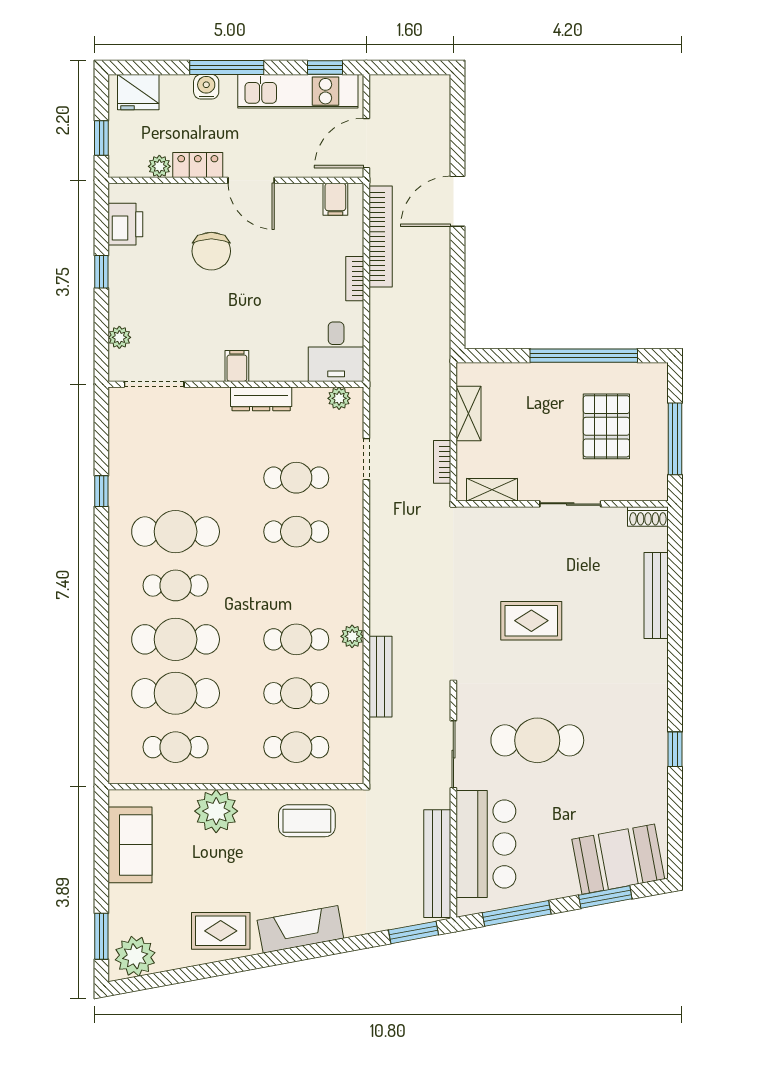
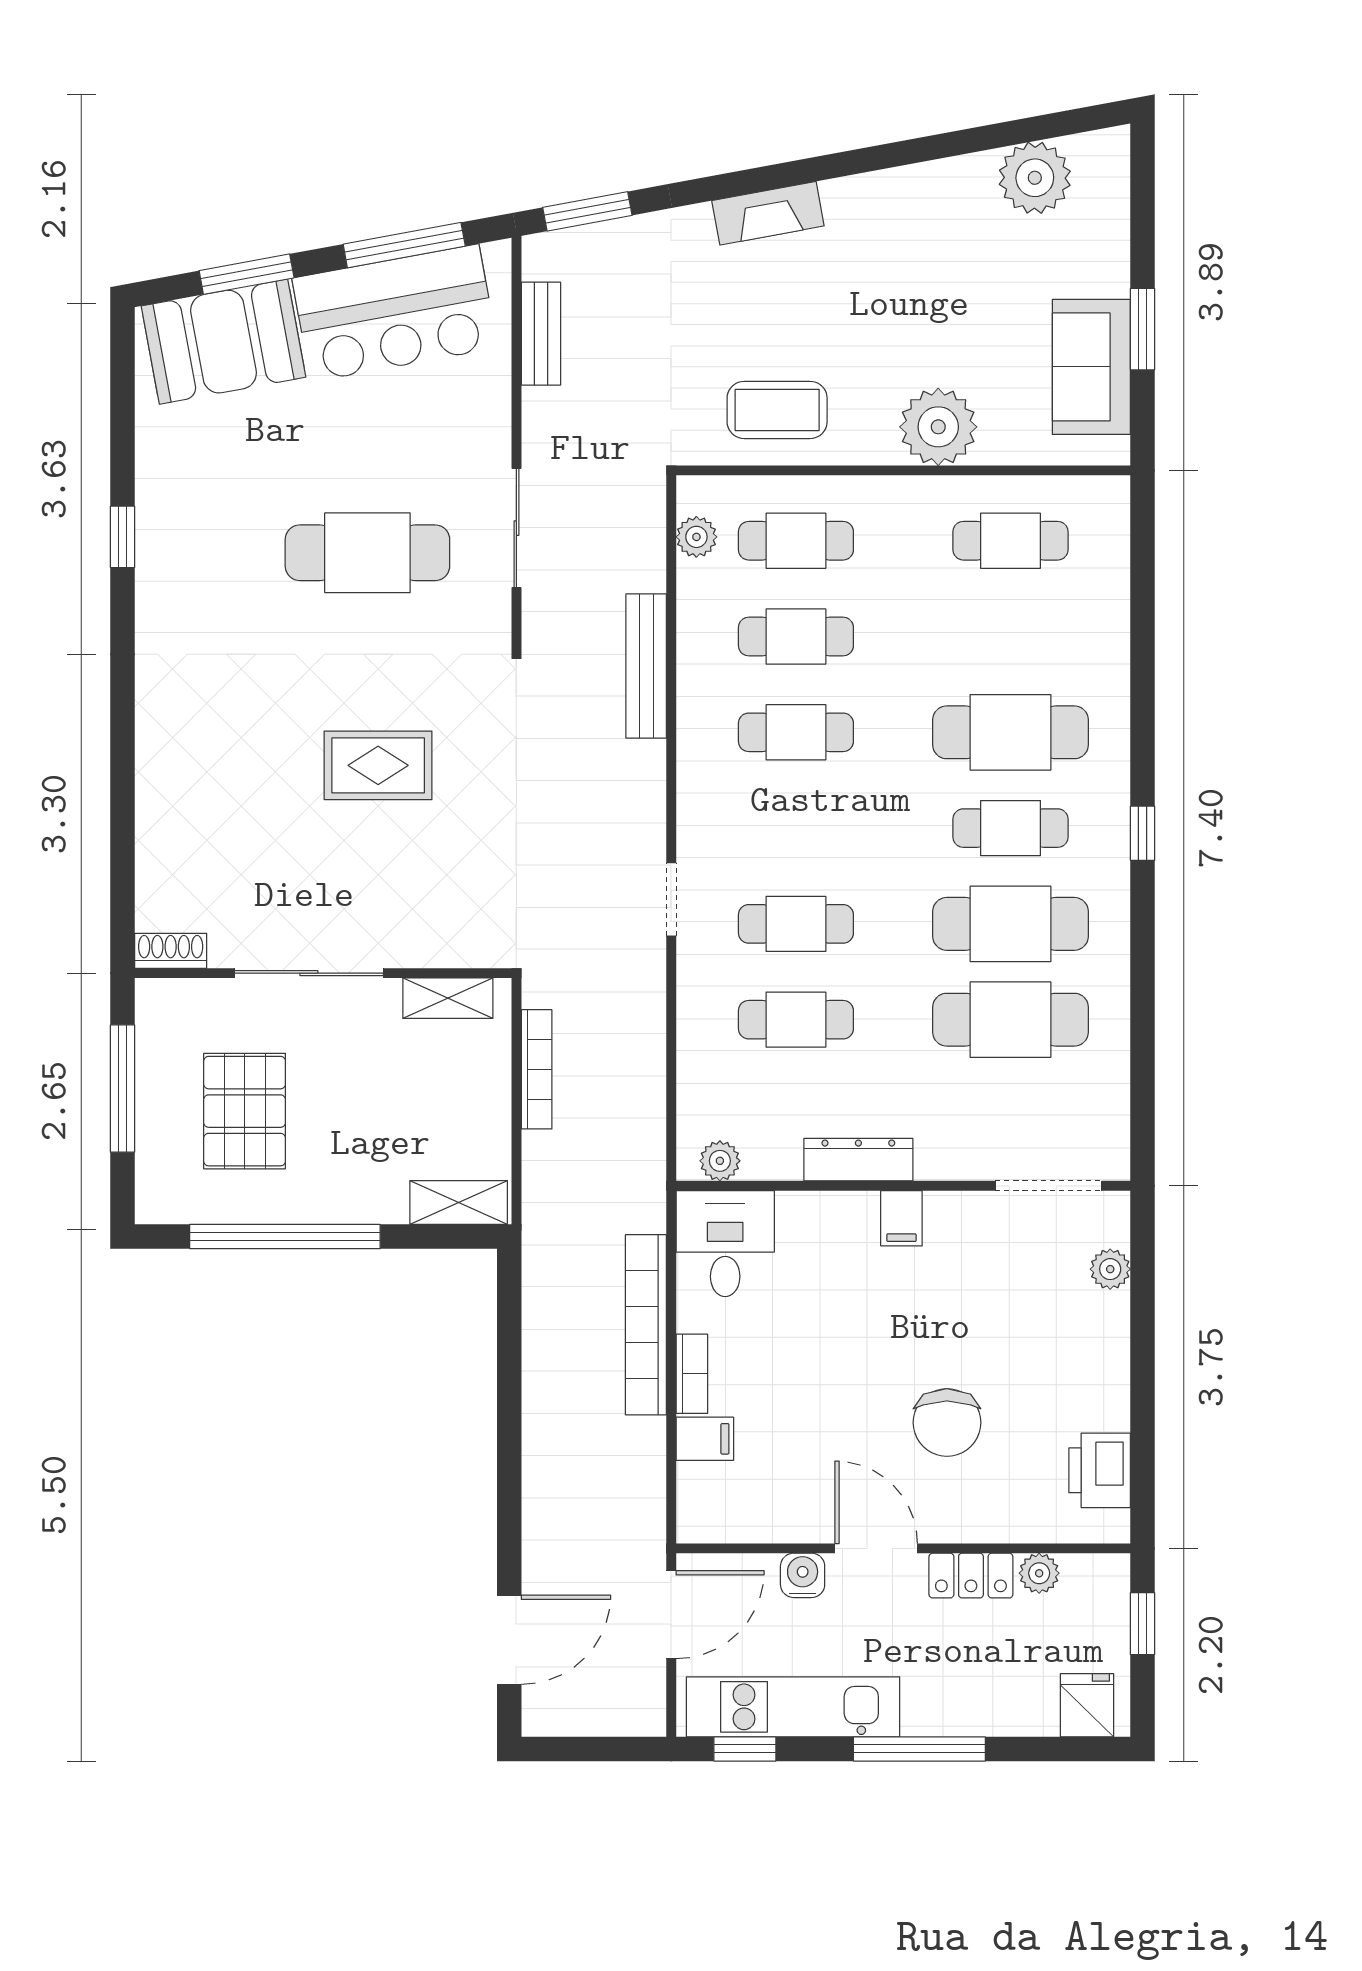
water cooler: (206, 87) -> (803, 1575), moved, turned 180
fridge: (138, 92) -> (1087, 1705), width x0.72
filing cabinet: (335, 199) -> (705, 1439), moved, turned 90
door: (458, 201) -> (509, 1640), moved
bookcase: (381, 237) -> (646, 1325), moved
chair: (211, 251) -> (947, 1423), turned 180
window: (101, 272) -> (1142, 1386), removed
shelving: (468, 414) -> (459, 1203), moved, turned 90
doorway: (366, 459) -> (671, 899), moved
bookcase: (442, 462) -> (537, 1069), width x1.56
window: (101, 491) -> (1142, 833), moved
sliding door: (570, 504) -> (309, 973), width x1.37
bench: (656, 596) -> (156, 810), removed
plant: (352, 636) -> (696, 537), moved
cafe table: (176, 693) -> (1011, 1020), moved
bar counter: (486, 844) -> (395, 313), moved, turned -100
bench: (437, 864) -> (541, 334), width x0.54, depth x0.82
fireplace: (300, 929) -> (768, 213), width x0.73, depth x0.76
rug: (221, 931) -> (930, 214), removed
window: (101, 936) -> (1142, 329), moved
plant: (135, 956) -> (1035, 178), moved

